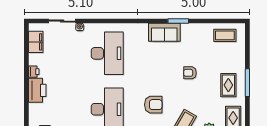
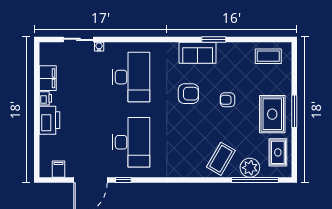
filing cabinet: (36, 42) -> (48, 78), moved
rug: (228, 85) -> (272, 114), width x1.36, depth x1.43
armchair: (153, 105) -> (188, 94), moved

